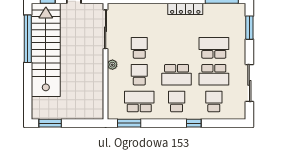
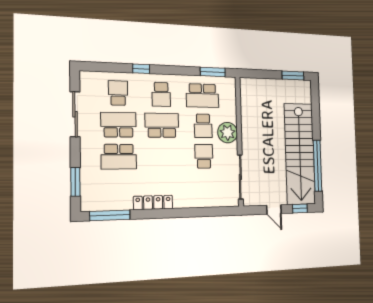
school desk: (139, 48) -> (204, 156), turned 180
plant: (112, 65) -> (228, 133), width x1.87, depth x1.87
school desk: (214, 102) -> (118, 93), turned 180

